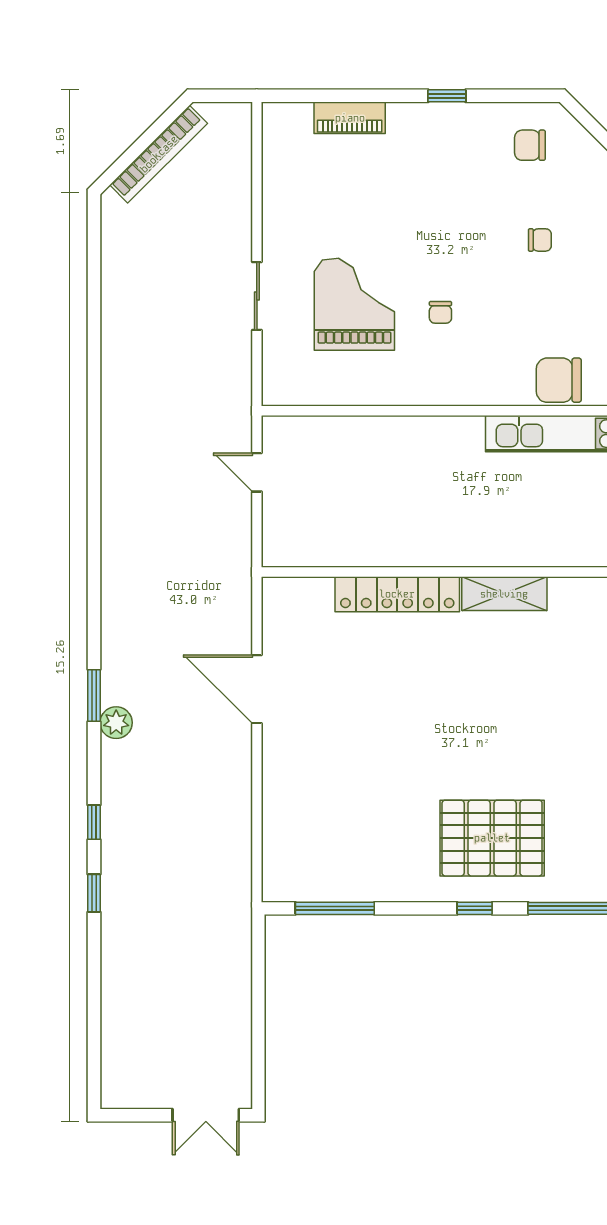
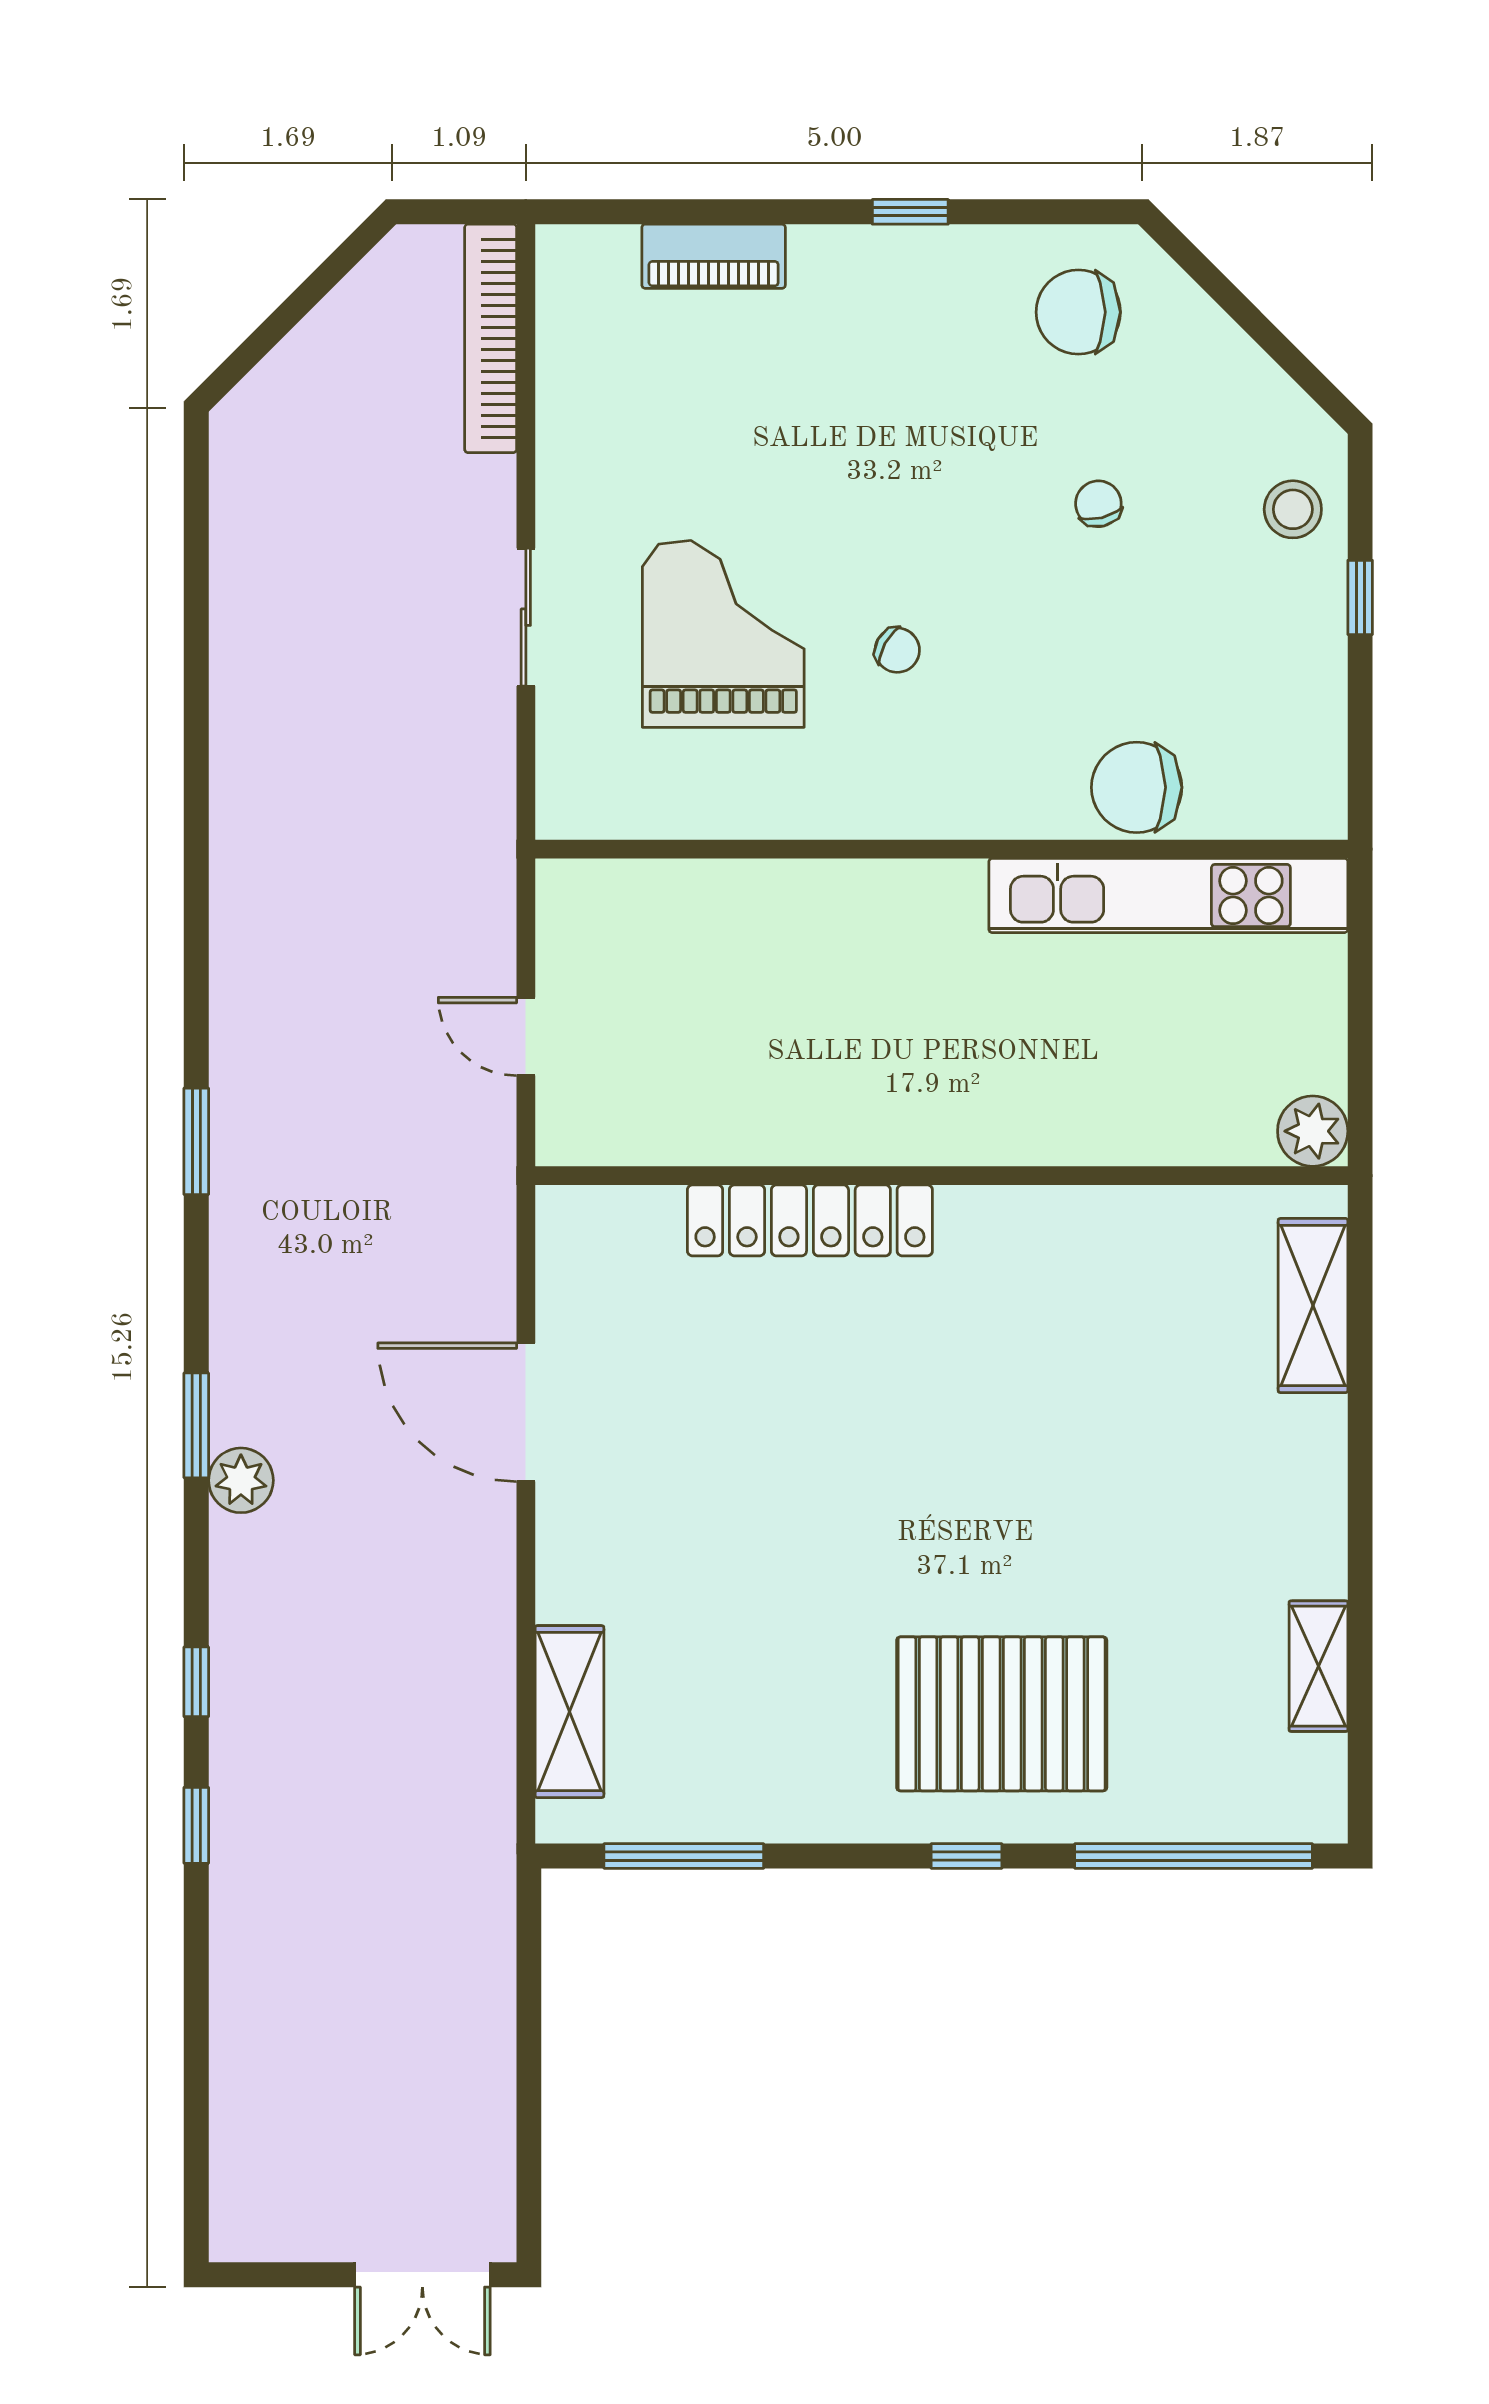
chair: (530, 145) -> (1078, 312), width x1.37, depth x1.37
bookcase: (159, 154) -> (491, 338), moved, turned 135
chair: (540, 240) -> (1098, 504), turned -104
chair: (440, 312) -> (897, 650), turned -61
door: (257, 472) -> (526, 1036), moved
window: (94, 555) -> (196, 1141), added
shelving: (504, 594) -> (569, 1712), moved, turned 90

